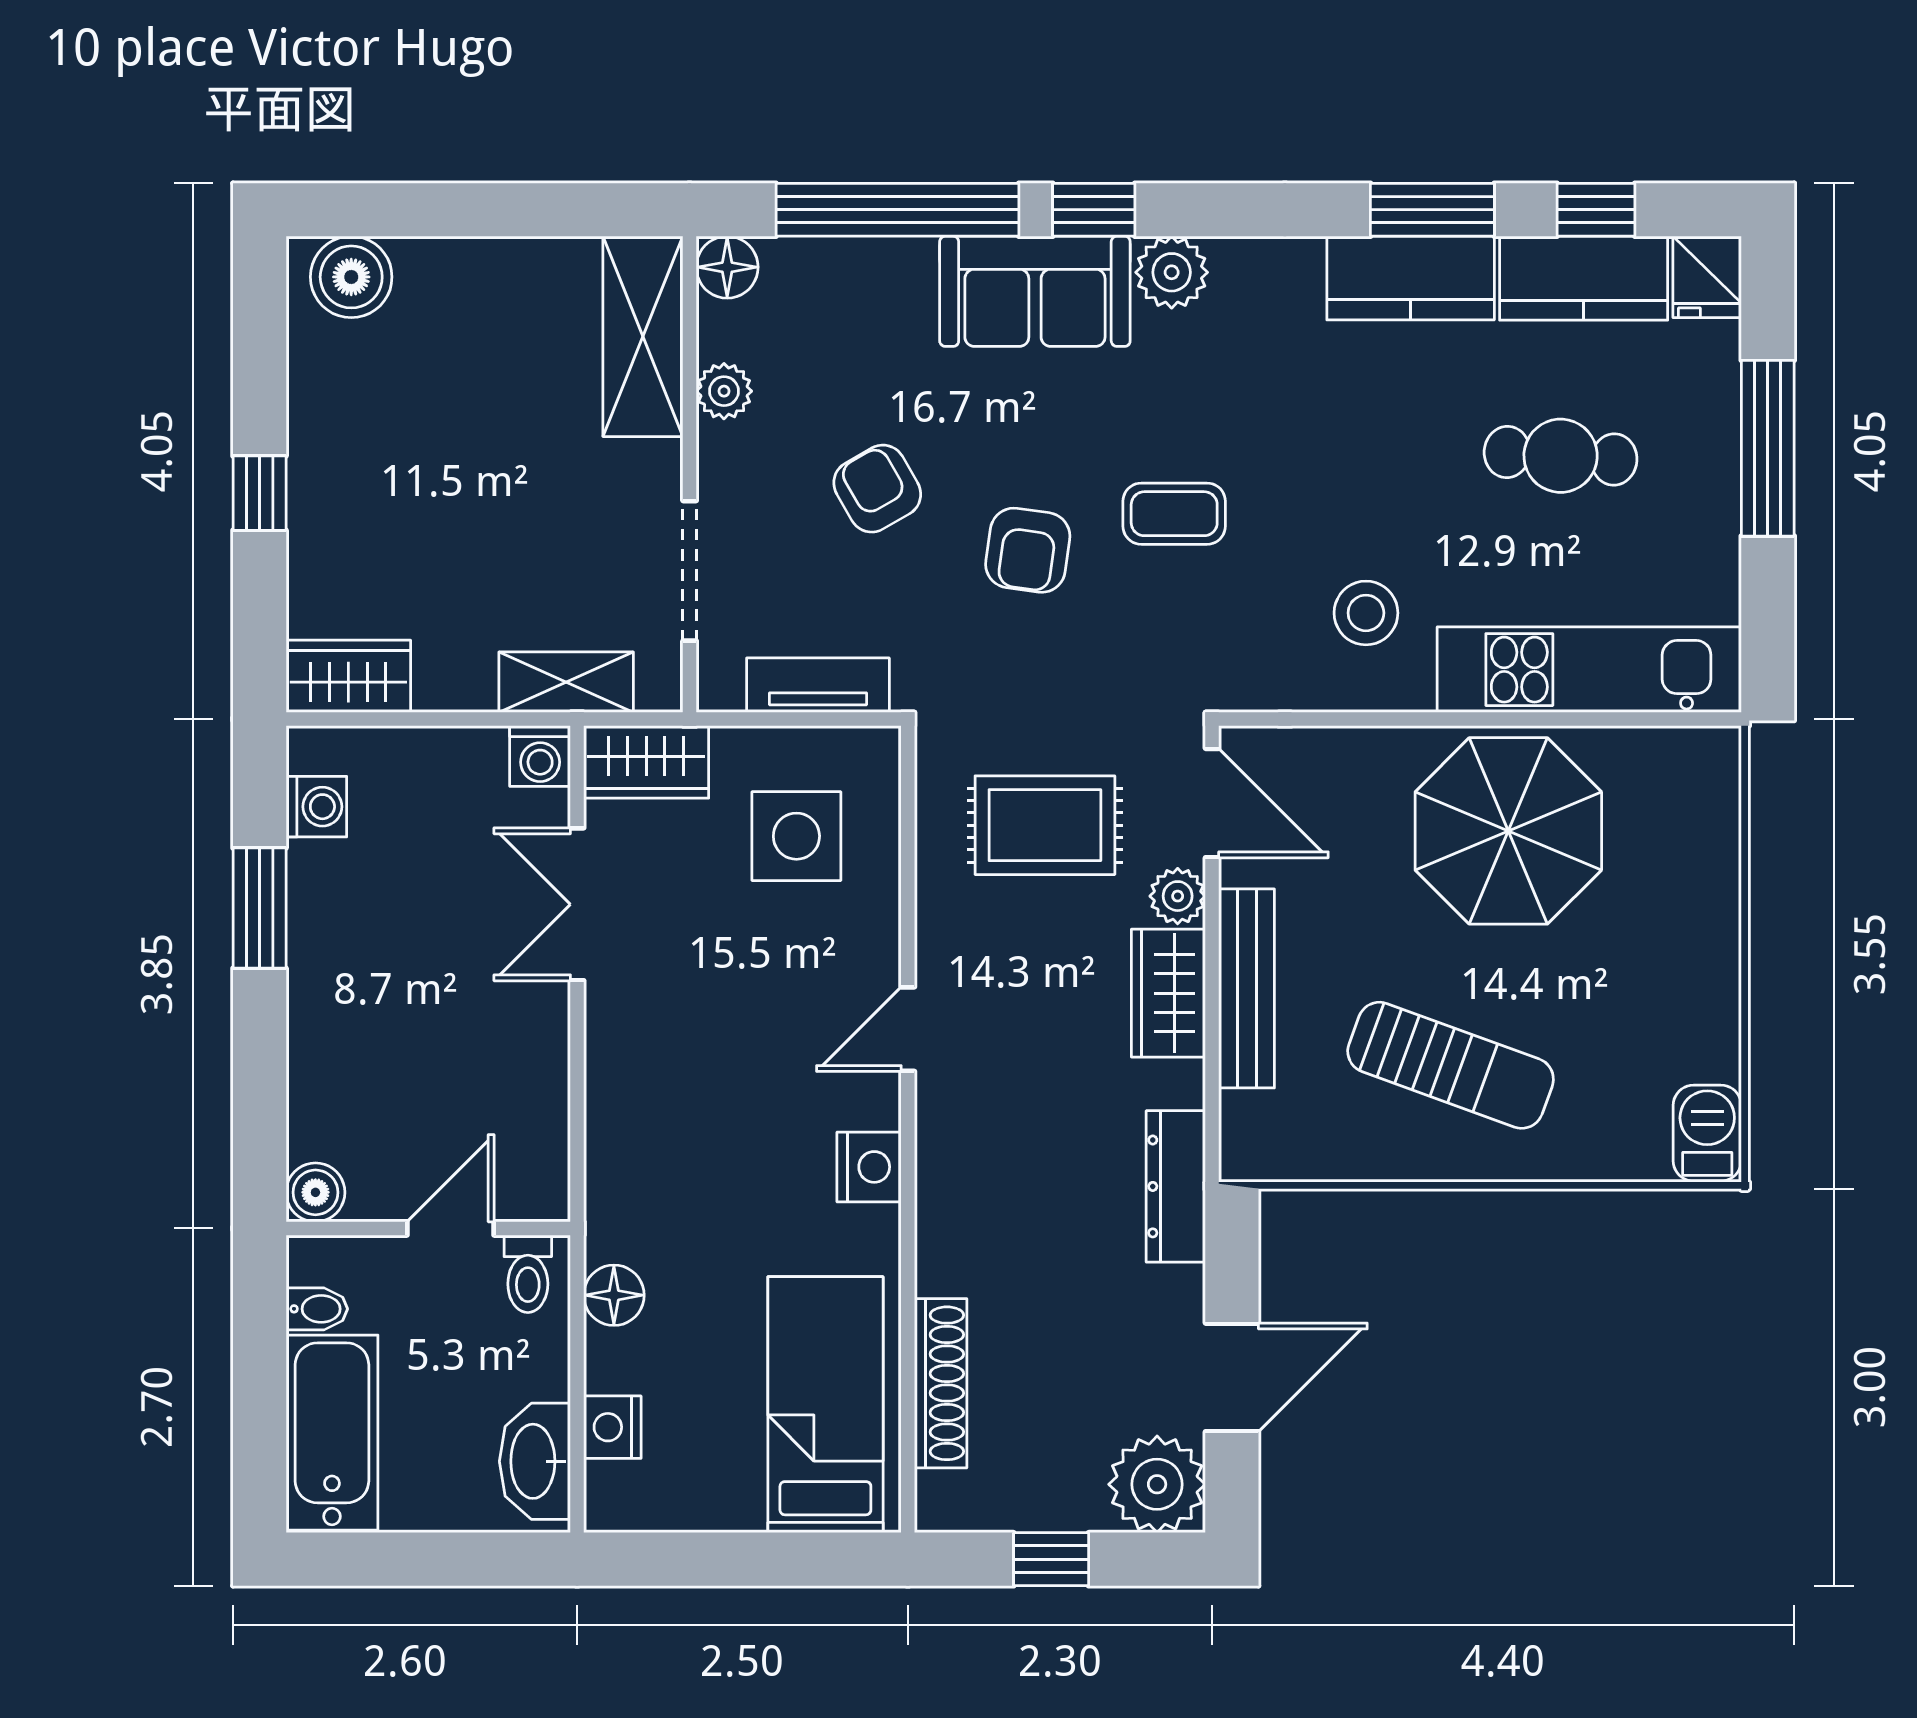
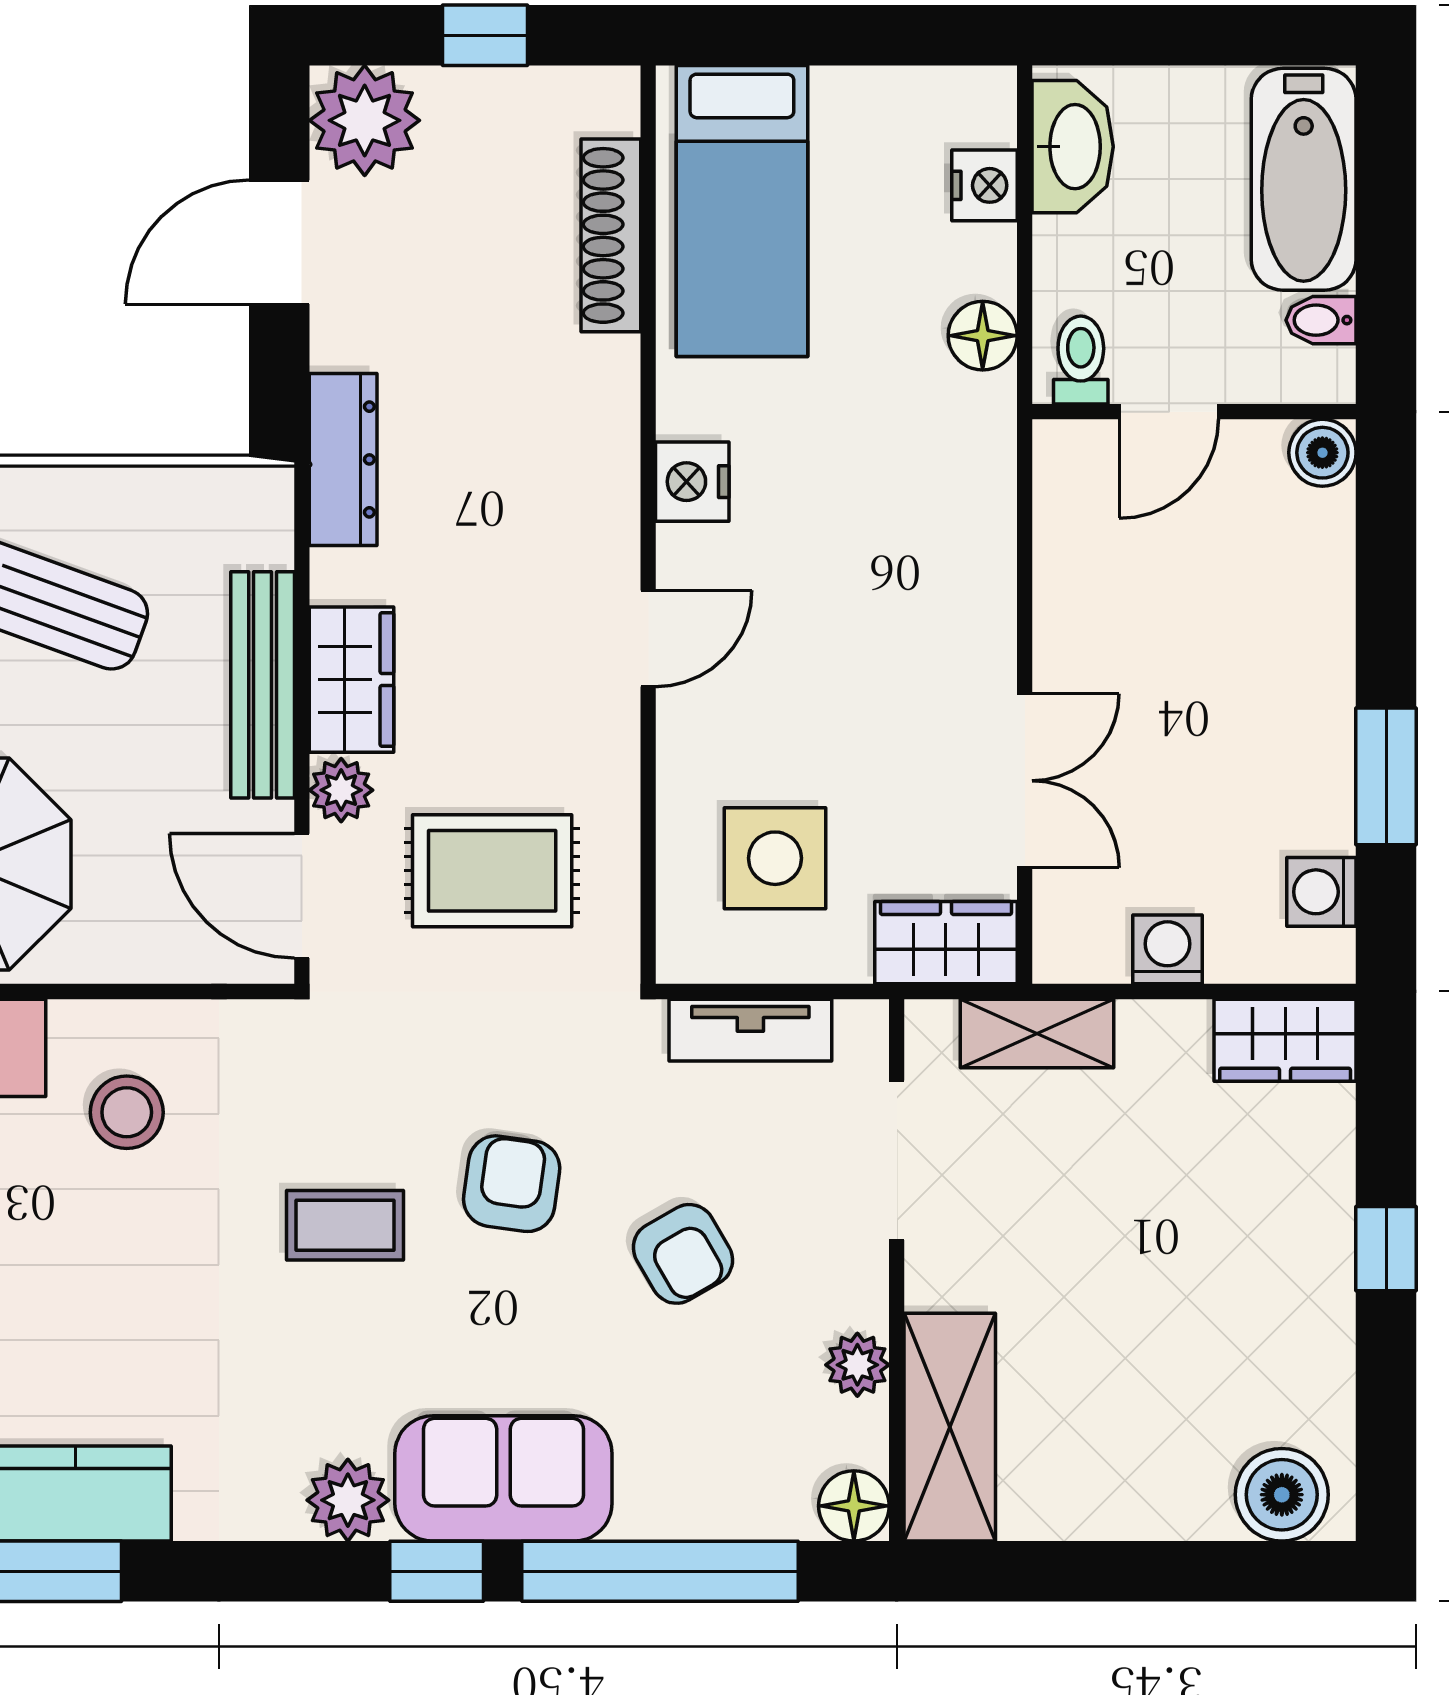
washing machine: (540, 756) -> (1167, 949), moved

